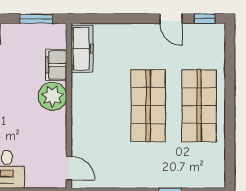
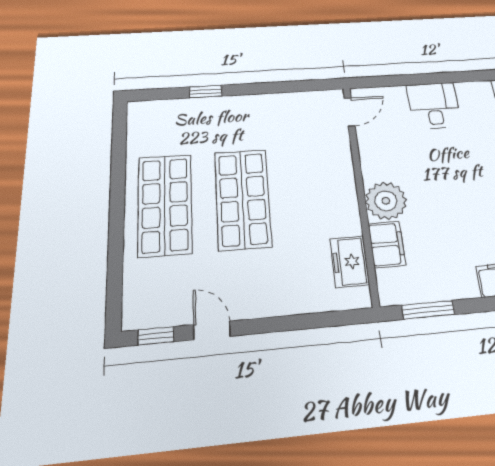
freezer: (82, 49) -> (350, 262), width x0.71
door: (69, 168) -> (350, 112), swing flipped

